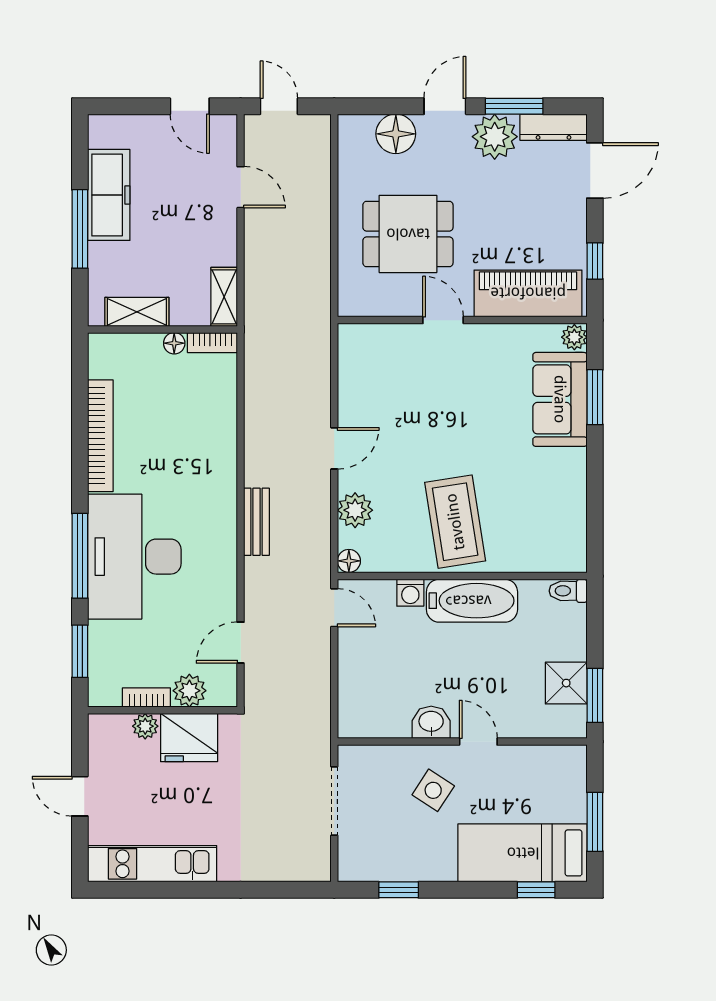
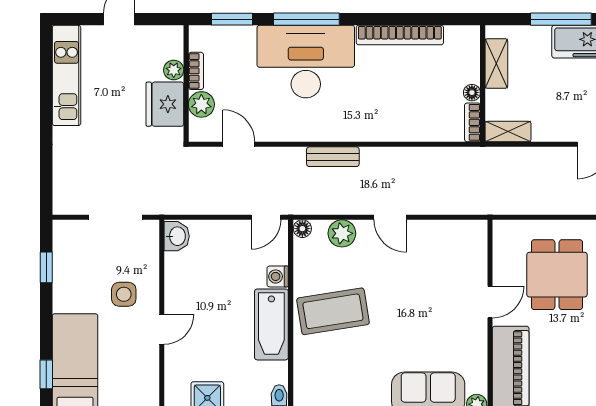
washbasin: (431, 722) -> (177, 236), moved
side table: (433, 790) -> (124, 294), turned -33

